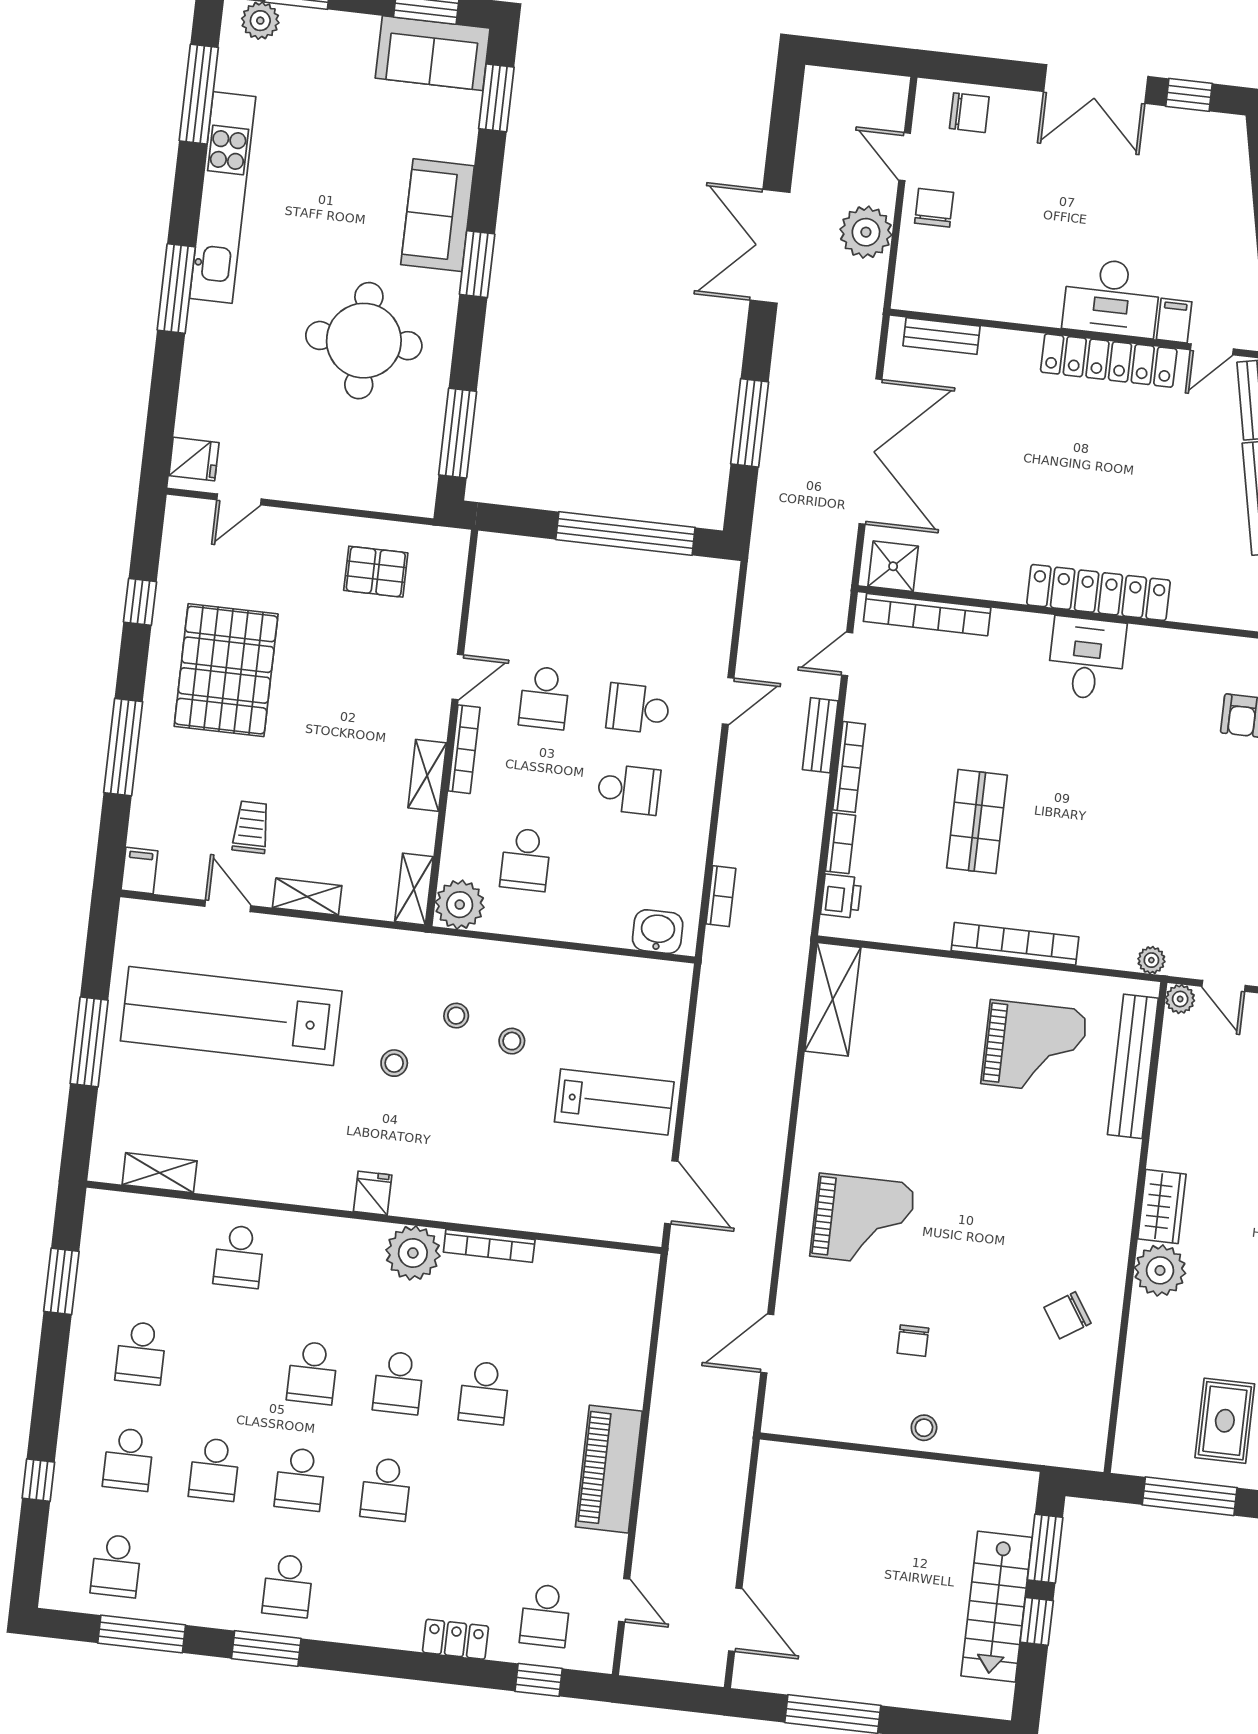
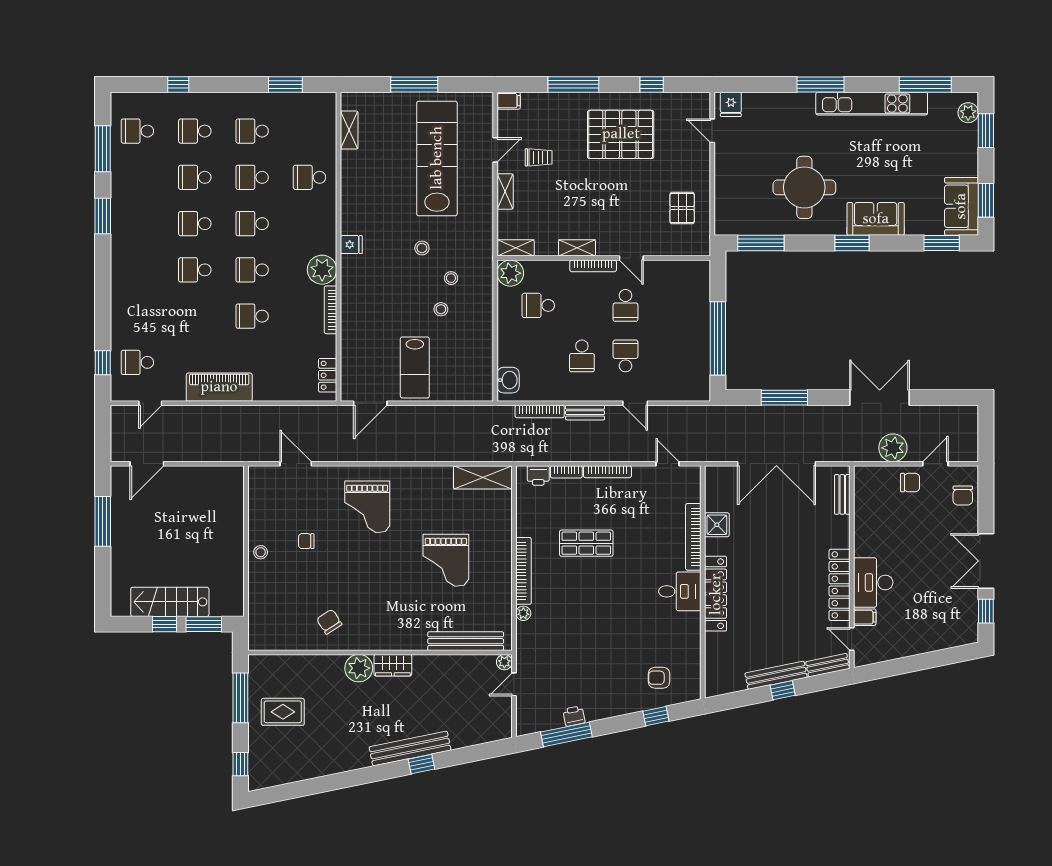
shower: (893, 566) -> (717, 525), moved
bookcase: (927, 615) -> (693, 537), moved
school desk: (544, 698) -> (625, 305), turned -90
bench: (820, 735) -> (585, 413), moved
bookcase: (721, 896) -> (540, 412), width x1.56
plant: (1151, 960) -> (523, 613), moved
grand piano: (1034, 1047) -> (446, 560), moved
school desk: (288, 1586) -> (252, 177), moved
locker: (456, 1639) -> (328, 375), moved, turned 180

